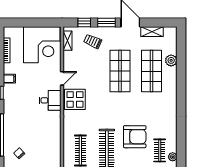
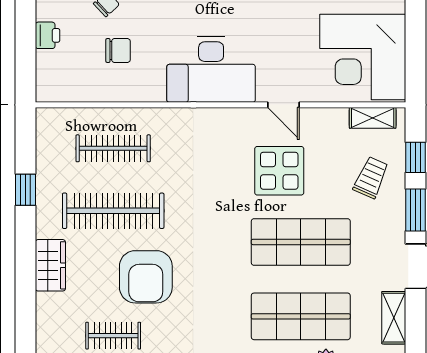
display table: (75, 99) -> (279, 171), moved
desk: (50, 100) -> (211, 69), width x1.87, depth x1.30
chair: (39, 148) -> (118, 51), added

